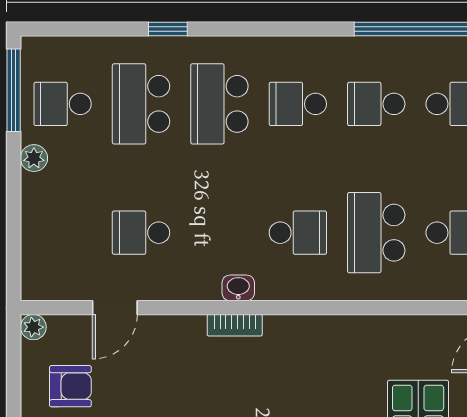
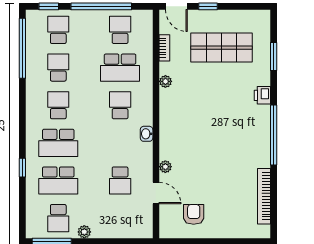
school desk: (298, 104) -> (58, 105), turned 180
school desk: (376, 104) -> (58, 68), turned 180
bookcase: (235, 325) -> (164, 48), moved
plant: (33, 327) -> (165, 167), moved
plant: (347, 327) -> (165, 81), added

